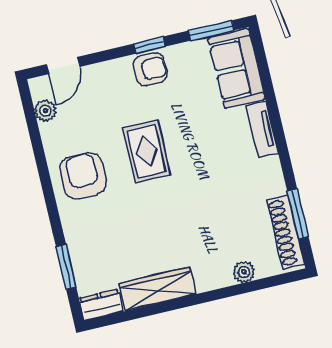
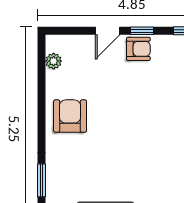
door: (63, 66) -> (108, 31), moved
rug: (147, 151) -> (121, 109), removed

